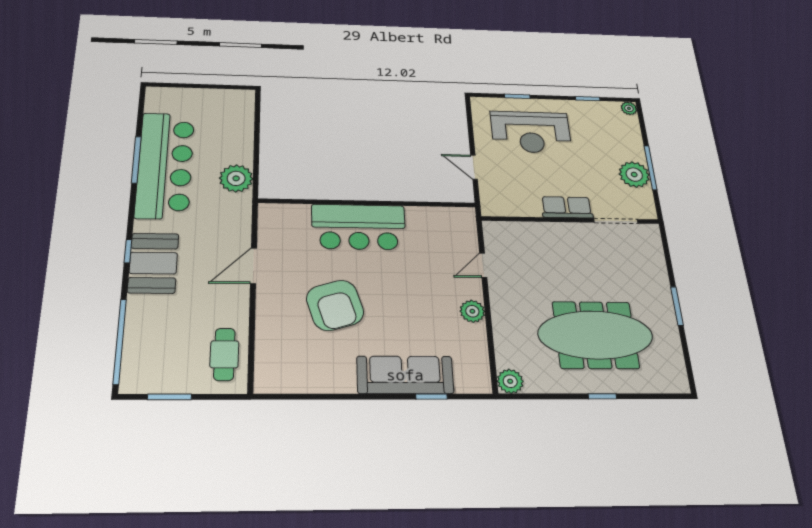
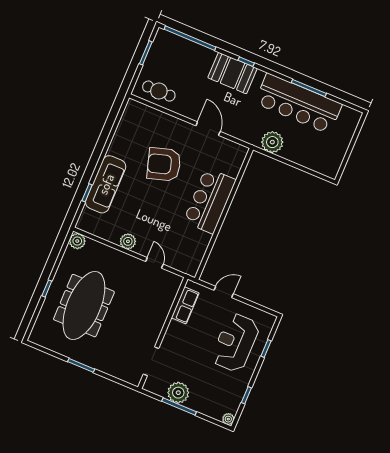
row of seats: (567, 207) -> (185, 305), moved

